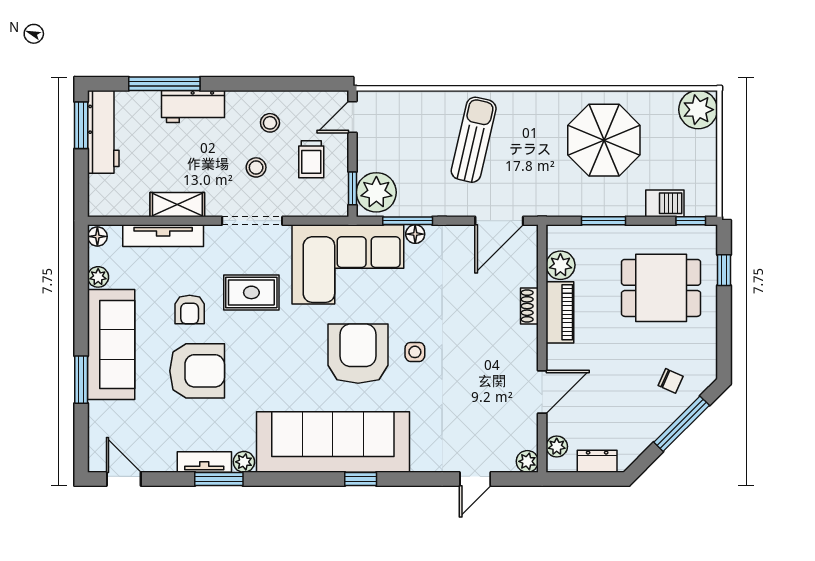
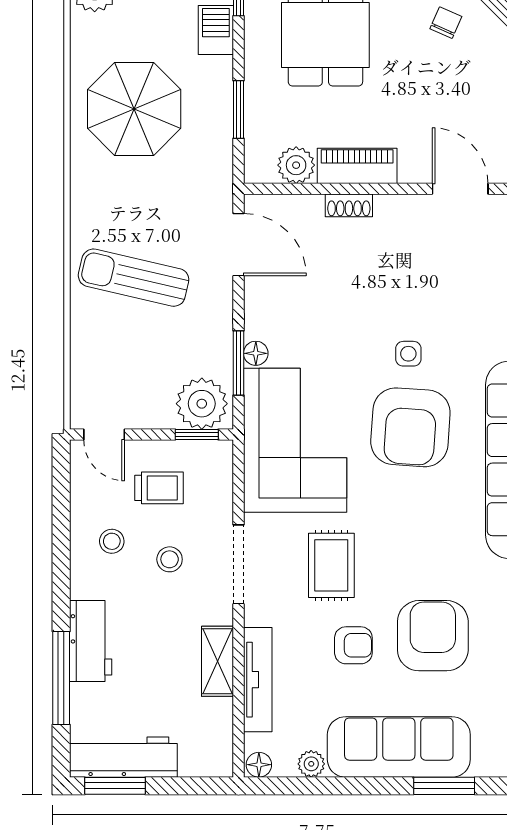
armchair: (358, 354) -> (410, 427), turned -86

